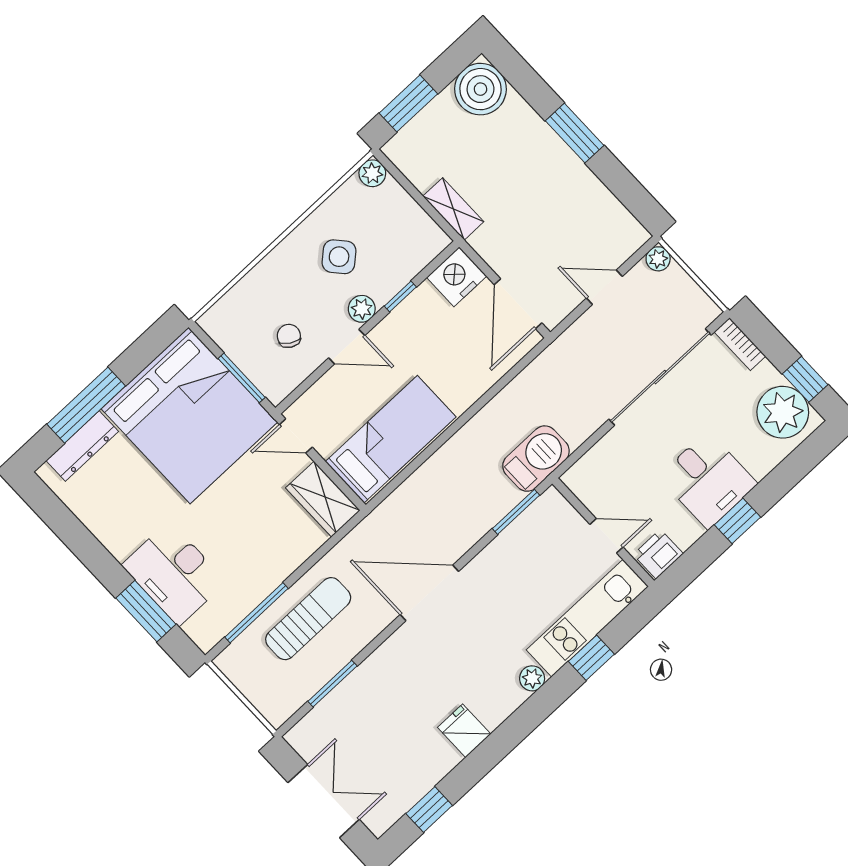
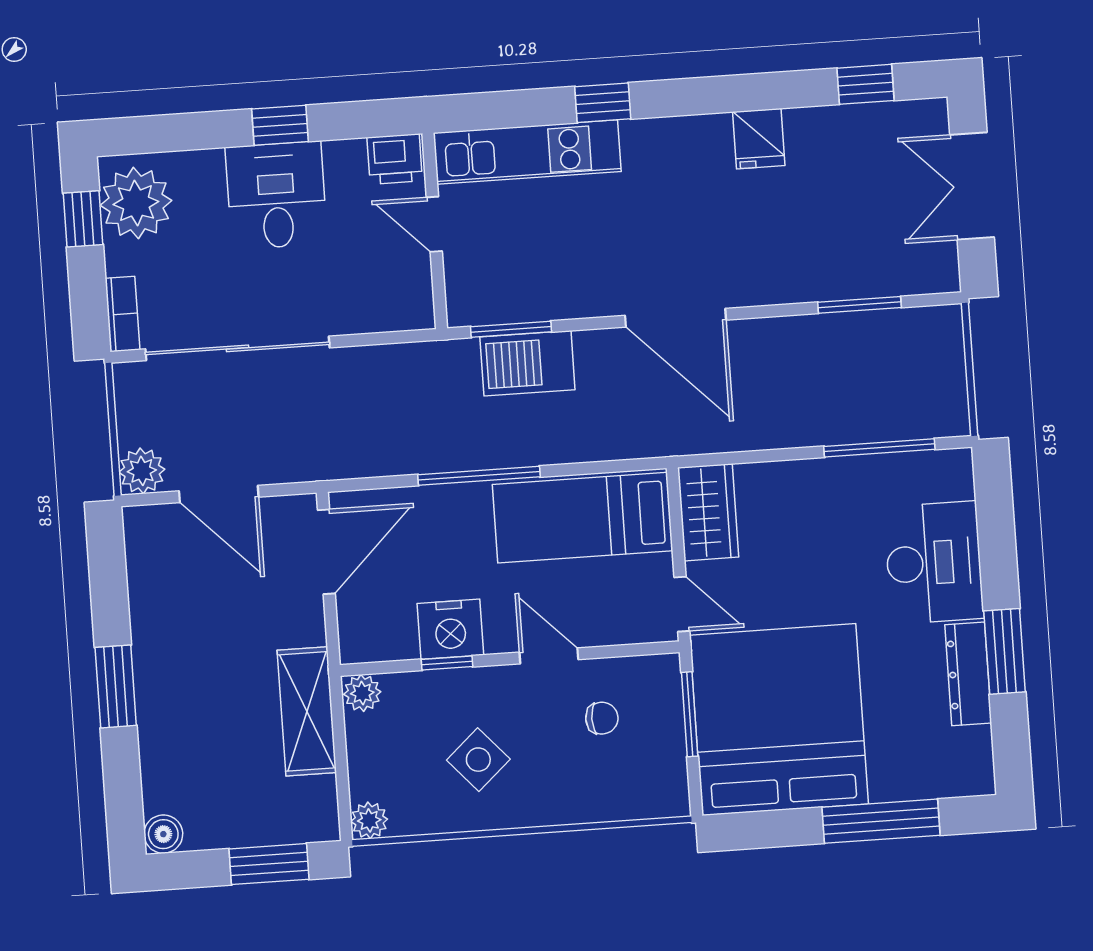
boiler: (480, 89) -> (163, 834), width x0.54, depth x0.54
shelving: (453, 209) -> (307, 711), width x1.50, depth x1.33
plant: (658, 259) -> (142, 471), width x1.38, depth x1.38
nightstand: (457, 277) -> (450, 629), moved
door: (604, 287) -> (219, 494), width x1.38
plant: (362, 309) -> (362, 693), moved
chair: (289, 336) -> (602, 718), turned -121
window: (467, 415) -> (479, 476), added
dresser: (82, 446) -> (968, 674), moved, turned -90
barbecue: (536, 459) -> (527, 363), moved
window: (146, 611) -> (1005, 651), moved
sun lounger: (308, 619) -> (829, 396), removed
window: (591, 658) -> (603, 103), moved
plant: (532, 678) -> (640, 136), removed

